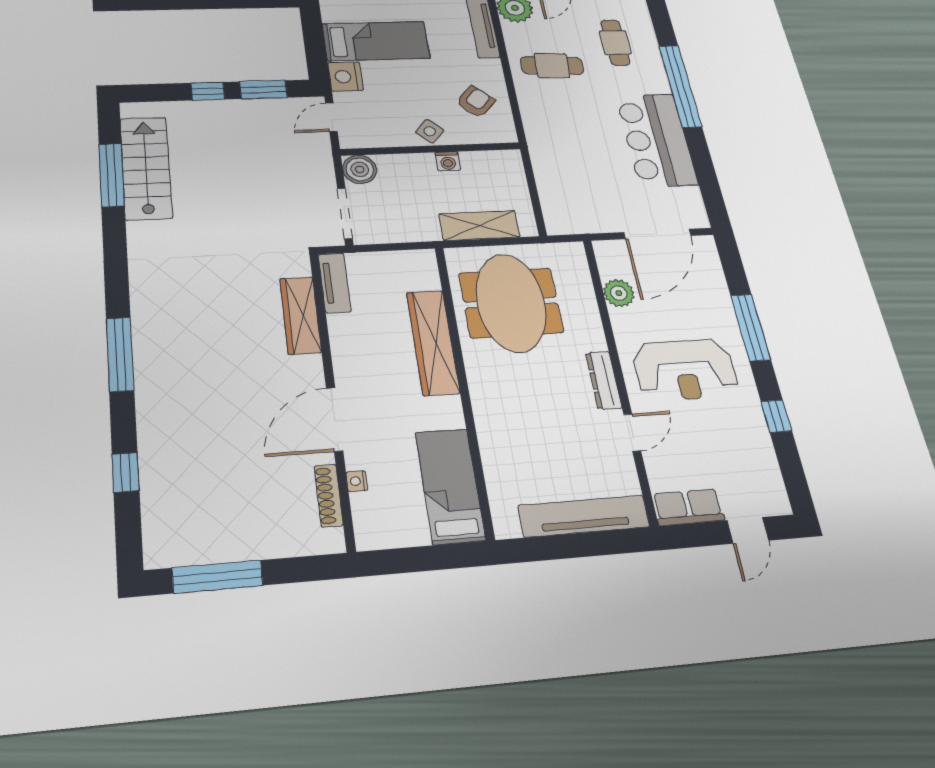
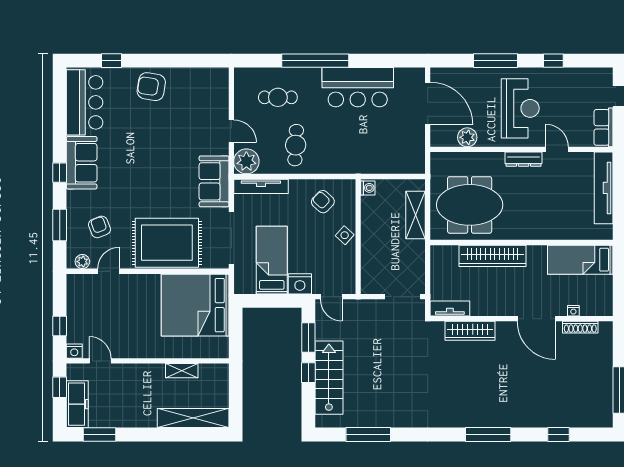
washing machine: (448, 161) -> (368, 188), moved
stairs: (146, 168) -> (329, 378), moved, turned 90
boiler: (360, 169) -> (371, 284), removed

